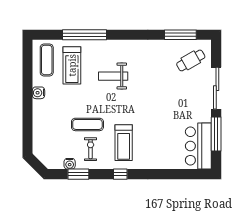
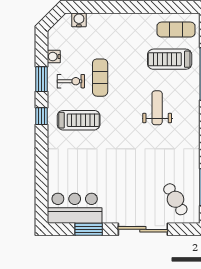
water cooler: (39, 93) -> (79, 20), moved
window: (216, 134) -> (89, 229), width x0.69
treadmill: (124, 143) -> (79, 120), turned 180
window: (78, 174) -> (42, 79), moved

